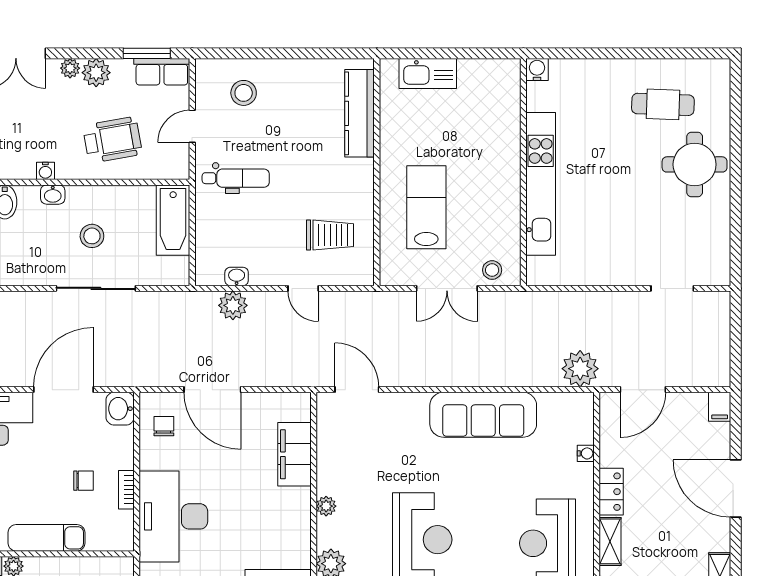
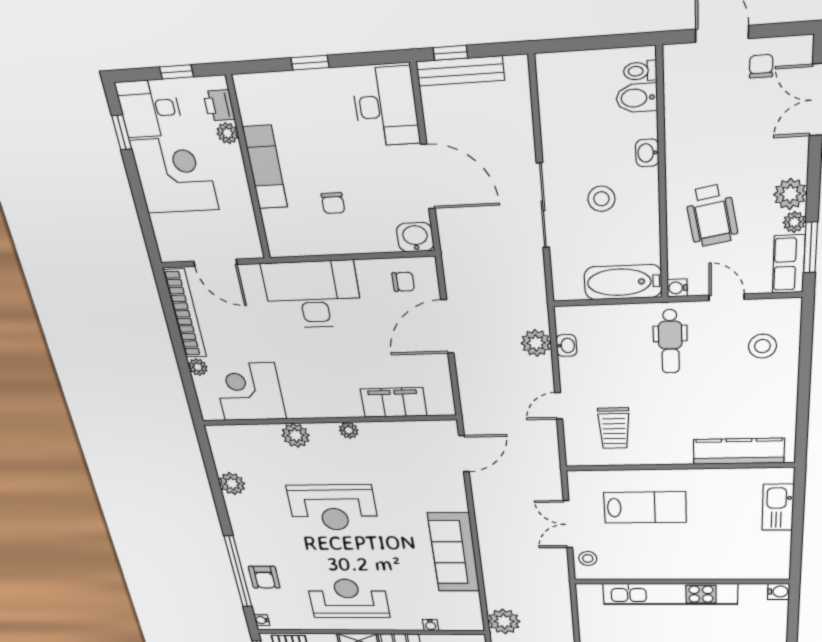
plant: (70, 68) -> (794, 222), moved
water cooler: (45, 171) -> (677, 288), moved
bookcase: (126, 490) -> (331, 247), removed

